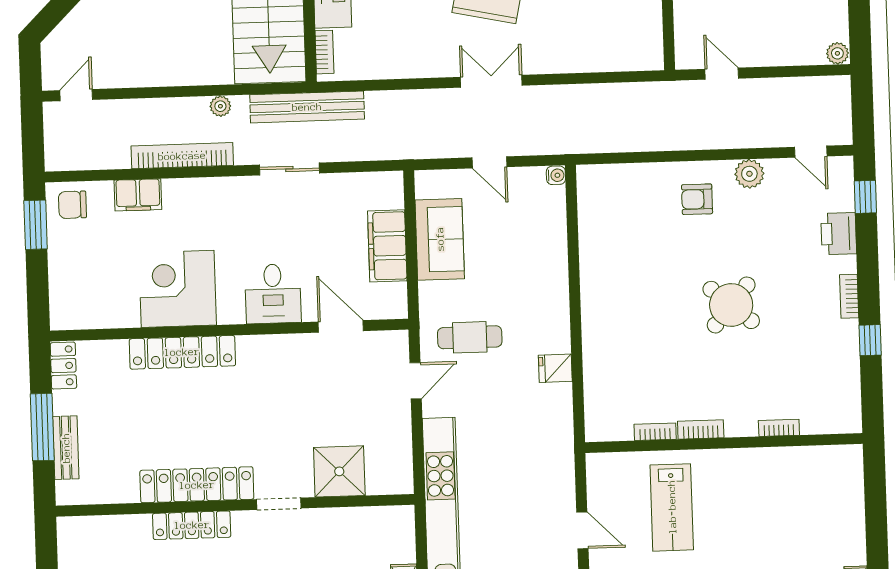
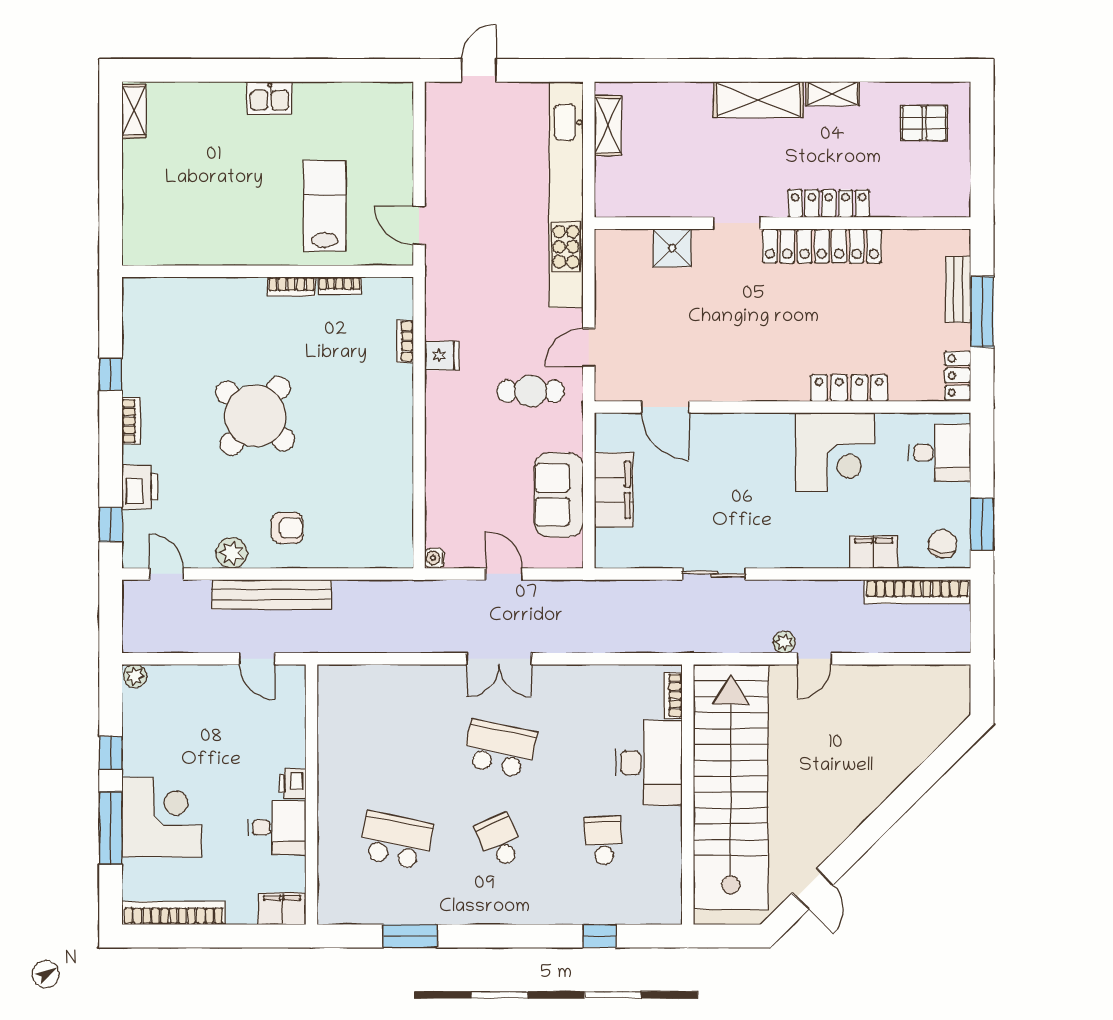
door: (76, 95) -> (815, 659), moved
bench: (307, 107) -> (272, 594), moved
bookcase: (182, 156) -> (918, 592), moved
chair: (72, 205) -> (943, 544), turned -83
desk: (273, 294) -> (940, 453), moved, turned 90
round table: (731, 305) -> (255, 416), width x1.36, depth x1.36
locker: (182, 352) -> (849, 388), width x0.71, depth x0.83
bookcase: (779, 428) -> (405, 341), moved, turned 90
shower: (339, 471) -> (672, 248), width x0.73, depth x0.73
door: (582, 530) -> (419, 225), moved

